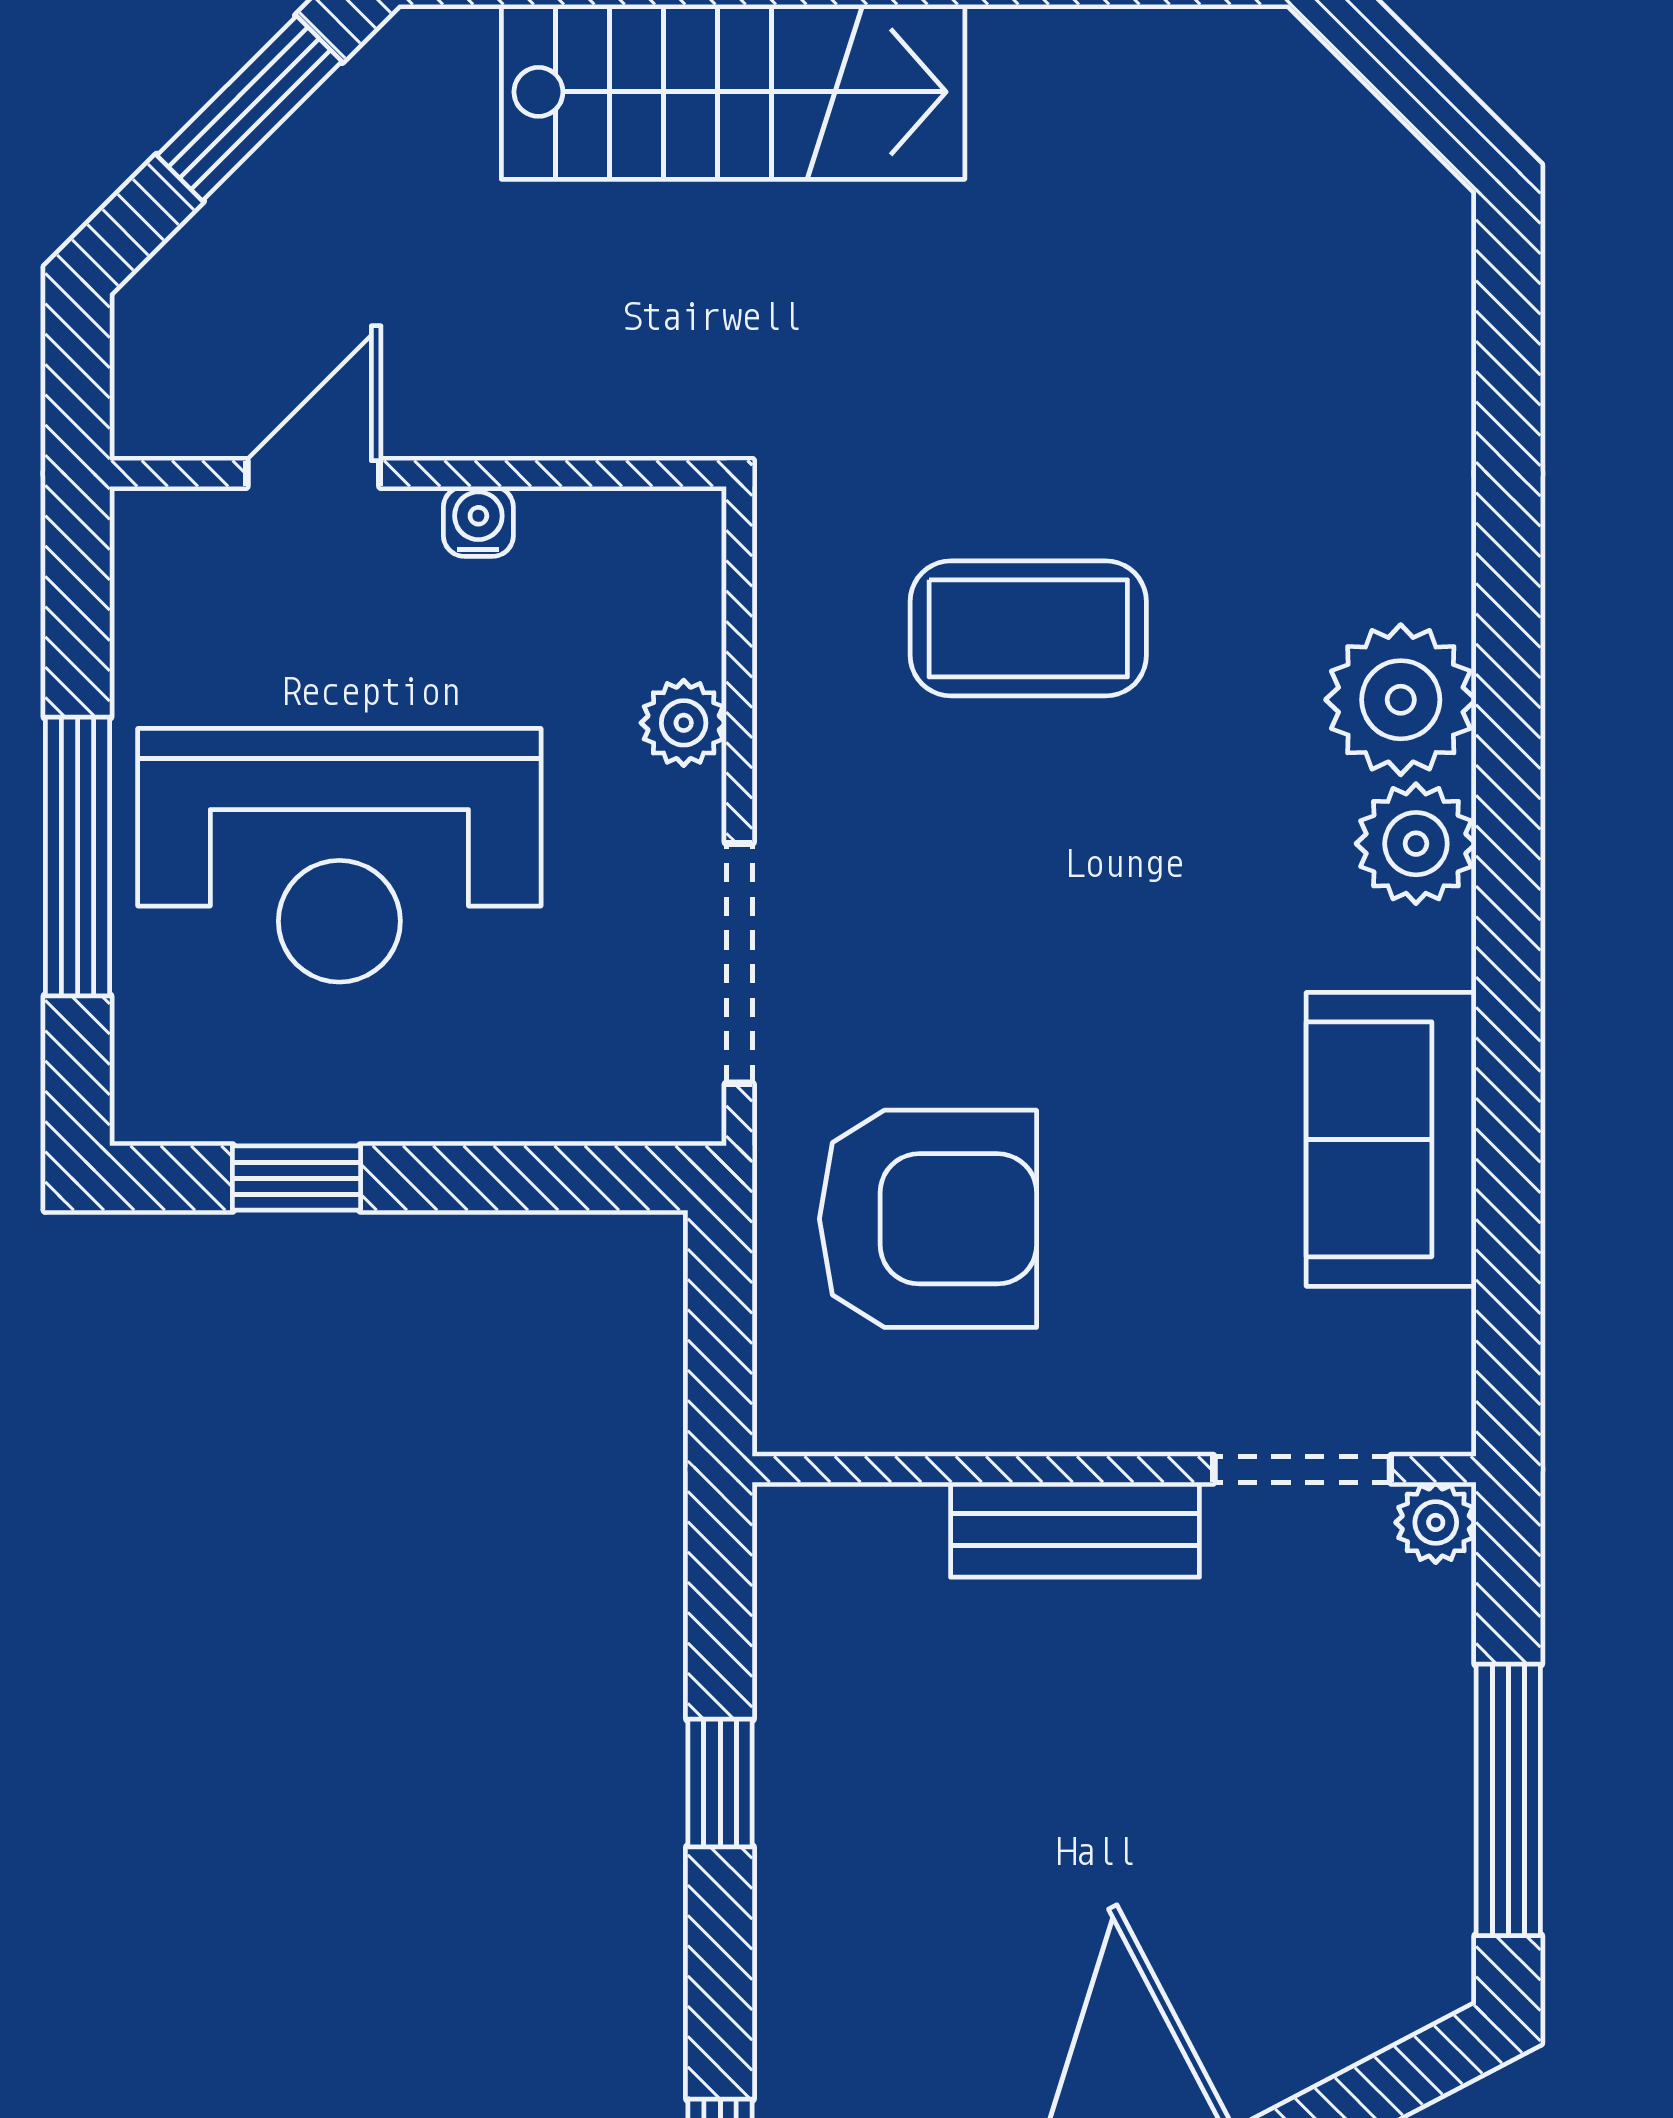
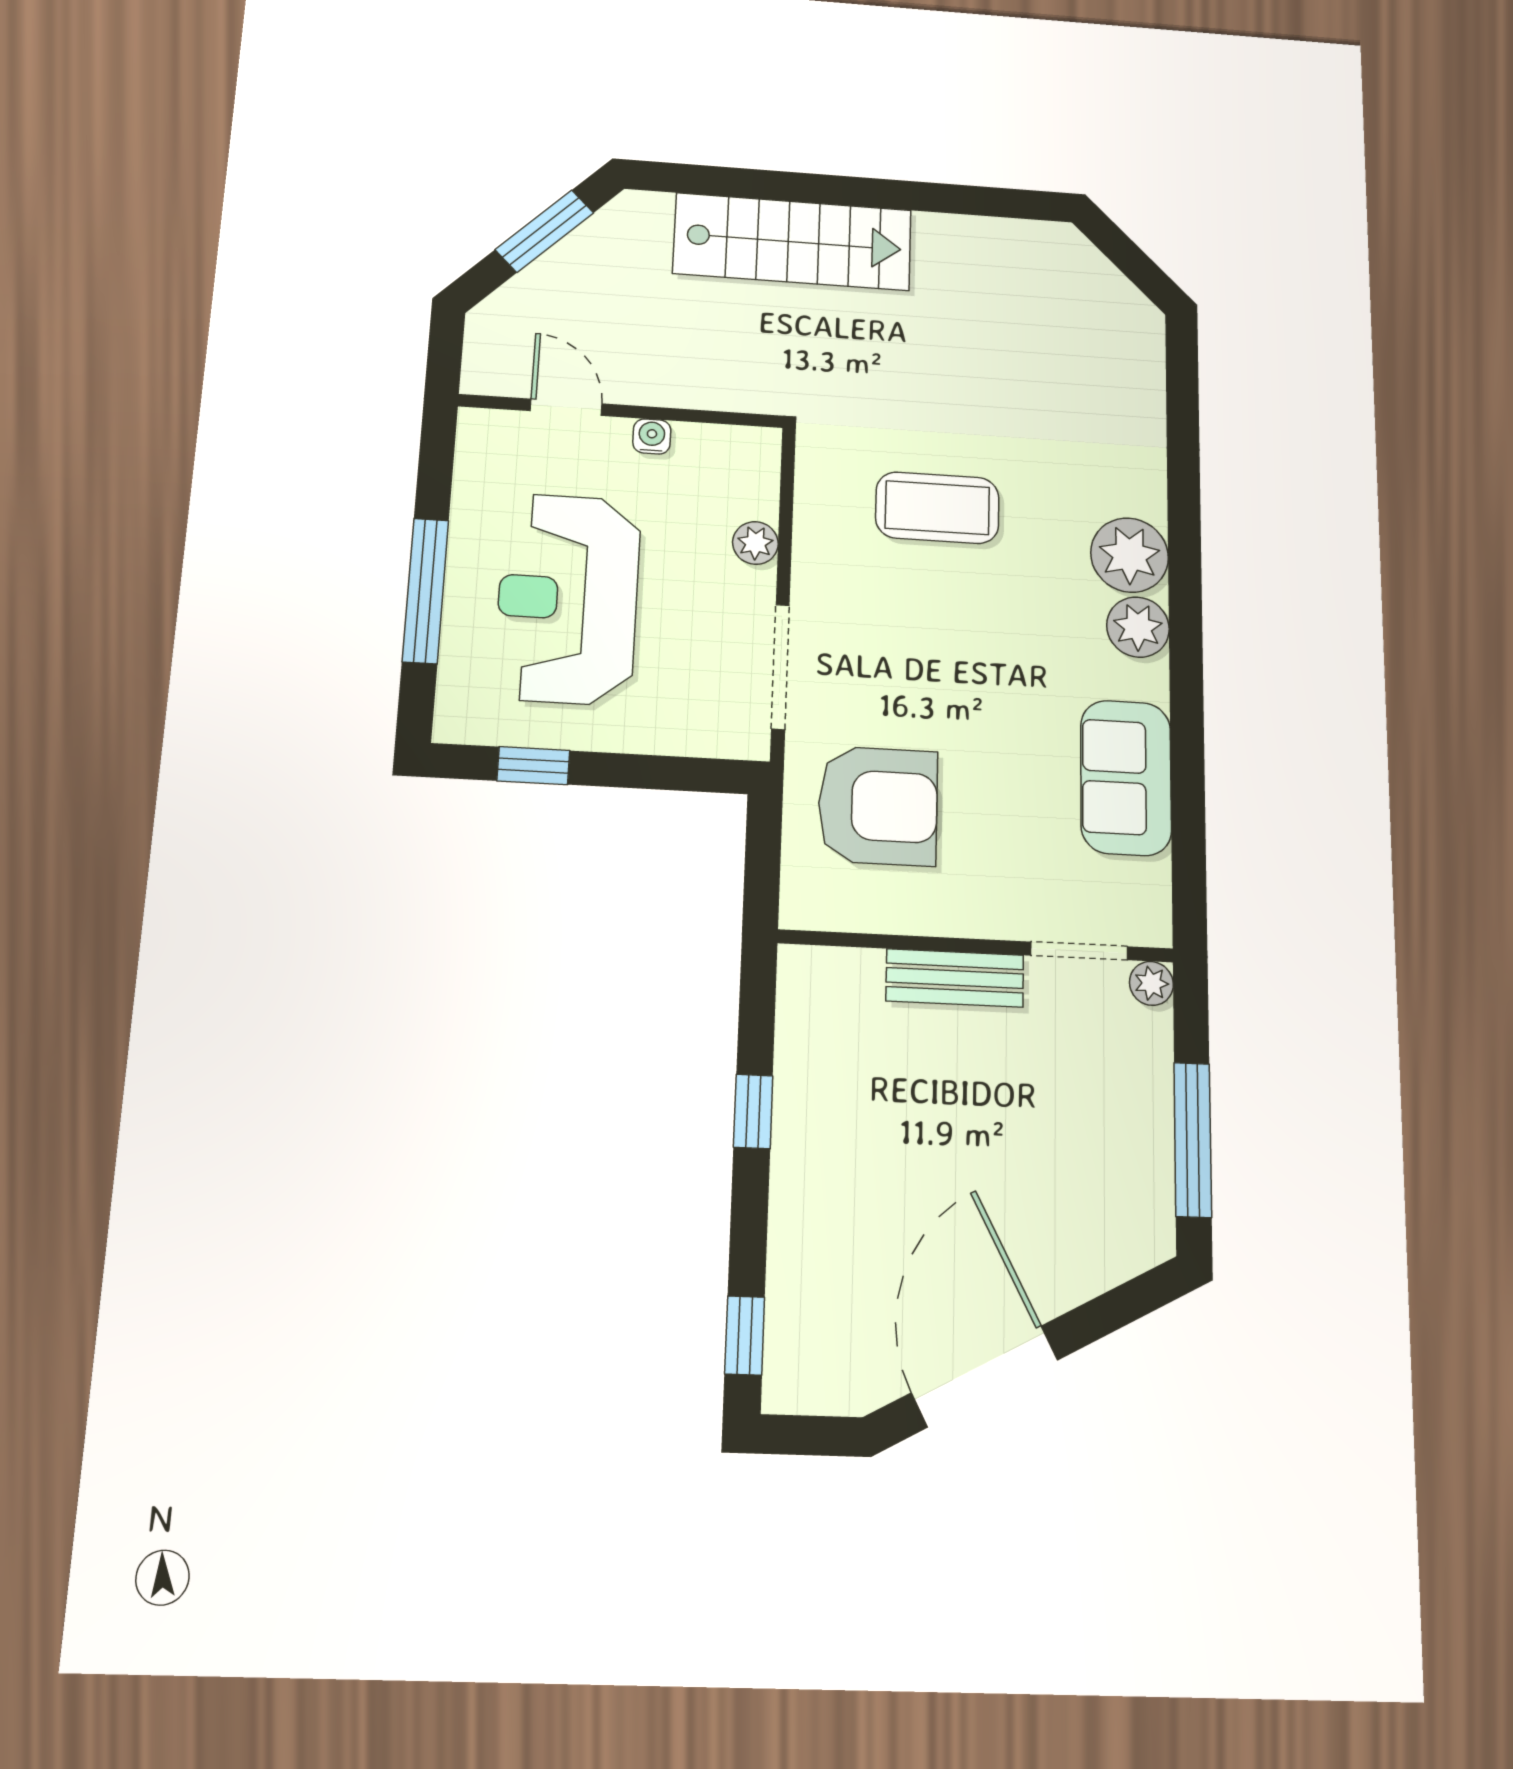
door: (313, 473) -> (566, 407), hinge flipped
reception desk: (339, 855) -> (568, 599), turned 90

